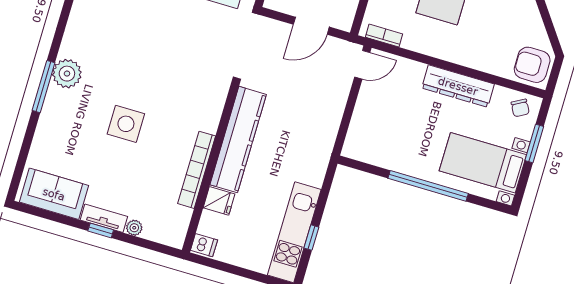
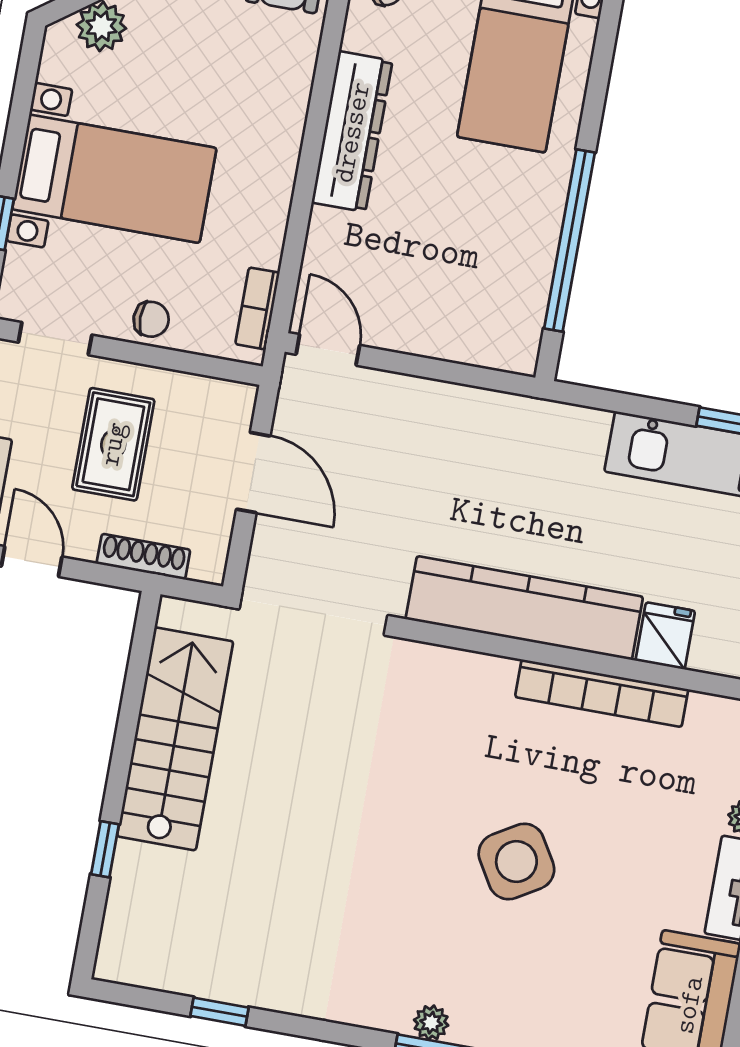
plant: (67, 74) -> (431, 1023), width x0.53, depth x0.53
side table: (126, 124) -> (516, 862), turned -31
window: (428, 186) -> (569, 240), moved

